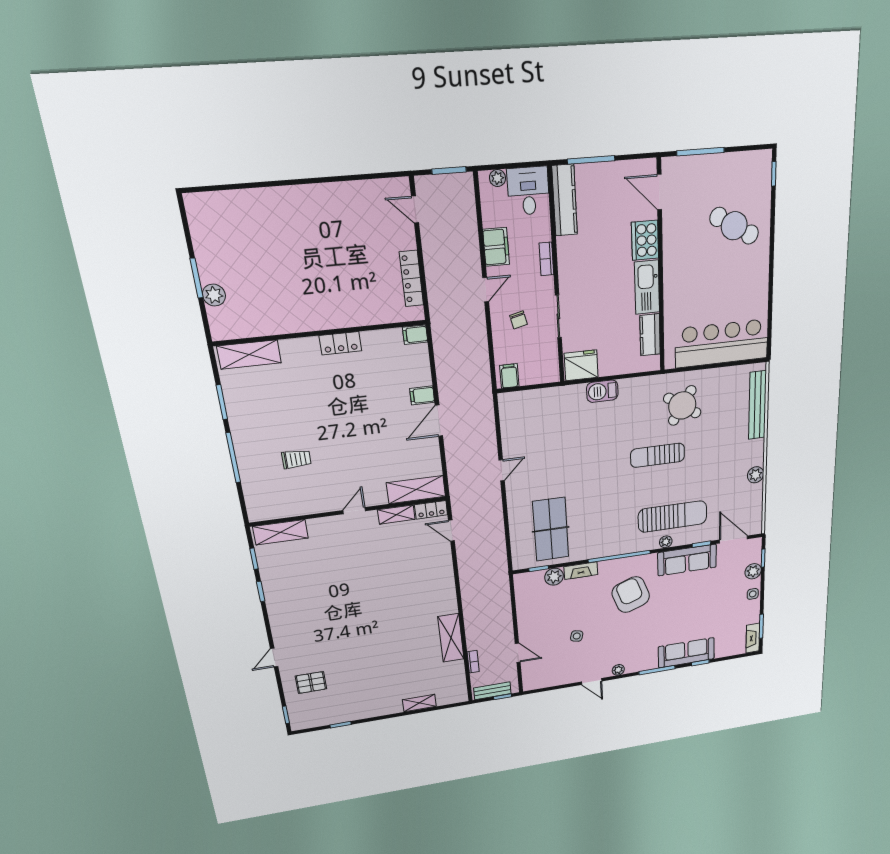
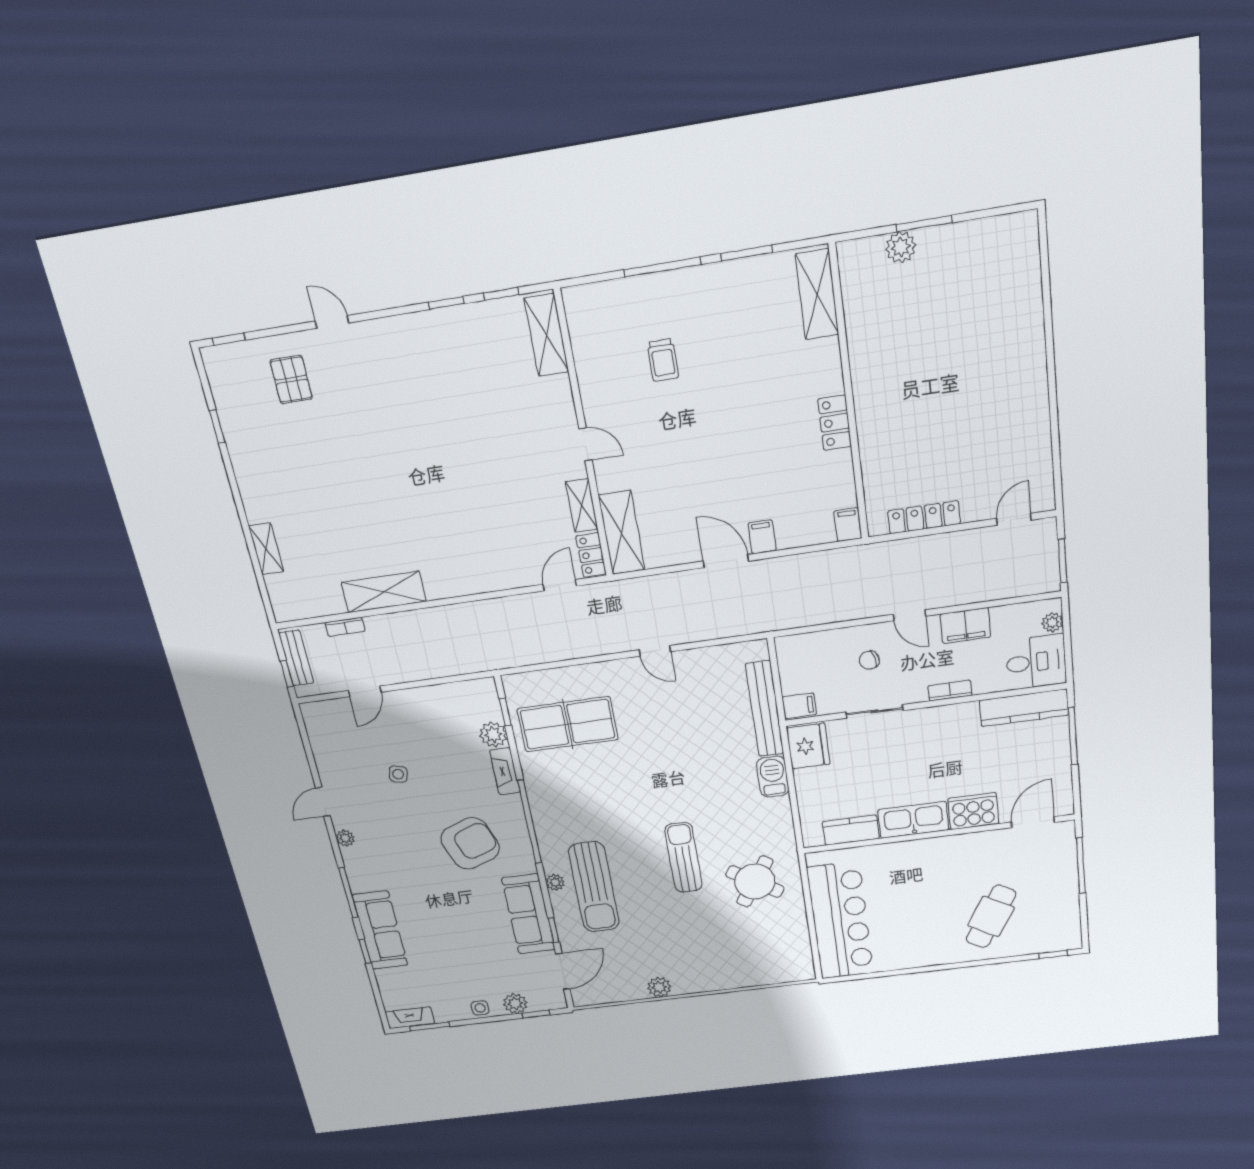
filing cabinet: (509, 376) -> (799, 706), moved
bench: (757, 405) -> (765, 709), moved, turned 90

